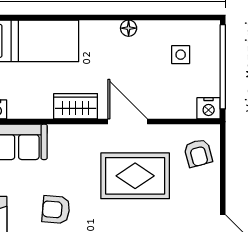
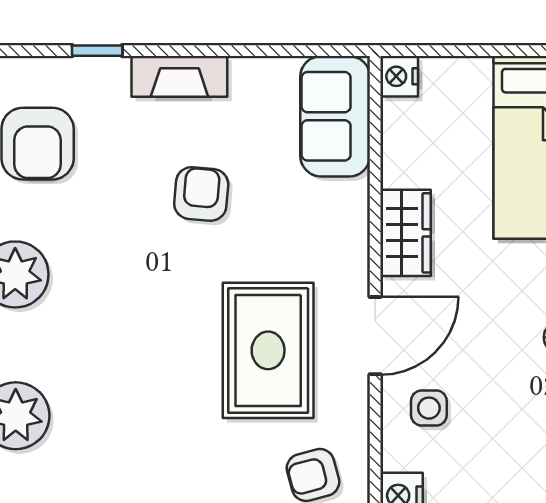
side table: (181, 55) -> (429, 408), moved

